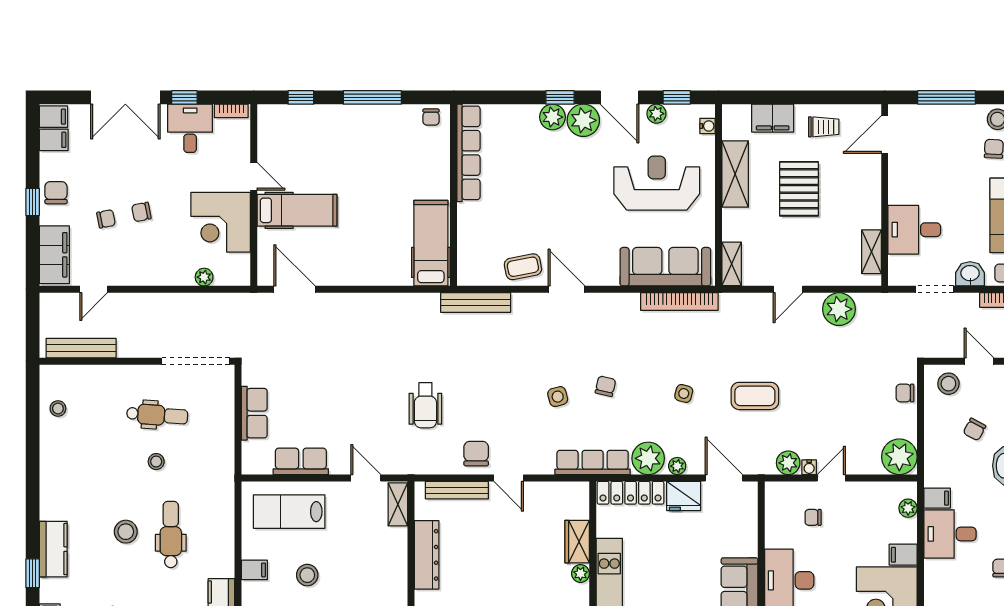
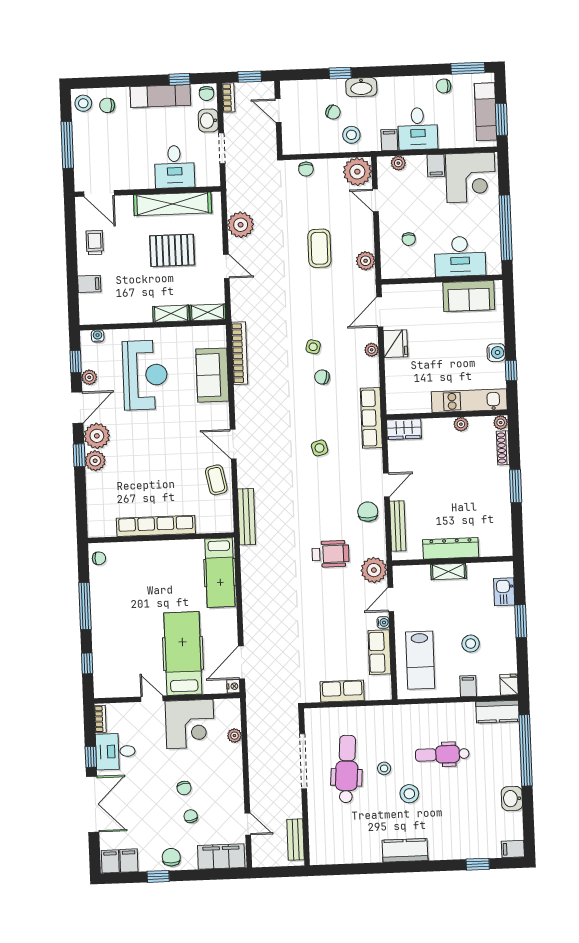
filing cabinet: (773, 118) -> (89, 284), width x0.50
row of seats: (468, 153) -> (156, 526), moved
shelving: (735, 174) -> (171, 314), moved, width x0.67, depth x0.75
door: (254, 176) -> (152, 699), hinge flipped
reception desk: (657, 183) -> (145, 375), turned 180
pallet: (799, 189) -> (172, 250), moved
chair: (56, 193) -> (171, 857), turned 90
window: (33, 202) -> (158, 876), moved
hospital bed: (297, 210) -> (183, 653), width x1.37, depth x1.29
hospital bed: (431, 243) -> (220, 573), moved, turned -90
shelving: (871, 252) -> (173, 204), width x2.20, depth x1.33
sofa: (665, 267) -> (212, 375), width x0.73
nightstand: (265, 278) -> (233, 686), added
door: (567, 289) -> (233, 444), hinge flipped
bench: (81, 348) -> (296, 840), width x0.73
doorway: (195, 361) -> (303, 761), moved
door: (979, 361) -> (278, 111), hinge flipped
stool: (948, 384) -> (351, 135), moved
chair: (605, 386) -> (322, 377), moved
coffee table: (755, 396) -> (319, 248), moved
stool: (58, 408) -> (345, 849), removed
dental chair: (157, 415) -> (347, 769), width x1.36, depth x1.38
chair: (476, 454) -> (368, 512), turned 90
plant: (648, 458) -> (374, 570), moved
water cooler: (809, 467) -> (383, 623), moved
door: (831, 478) -> (375, 200), moved
locker: (631, 493) -> (394, 386), removed
shelving: (398, 504) -> (448, 572), moved
stool: (126, 532) -> (409, 794), moved
wardrobe: (577, 542) -> (404, 429), moved
kitchen counter: (53, 549) -> (405, 850), moved

